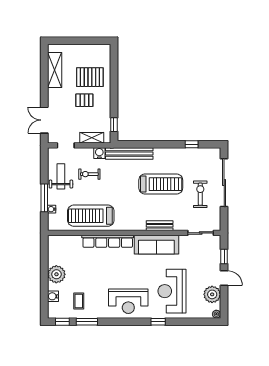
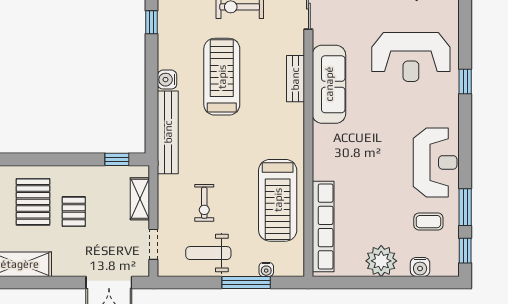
water cooler: (99, 153) -> (167, 80), moved
row of seats: (108, 241) -> (323, 226), moved
reception desk: (128, 301) -> (435, 162), moved

